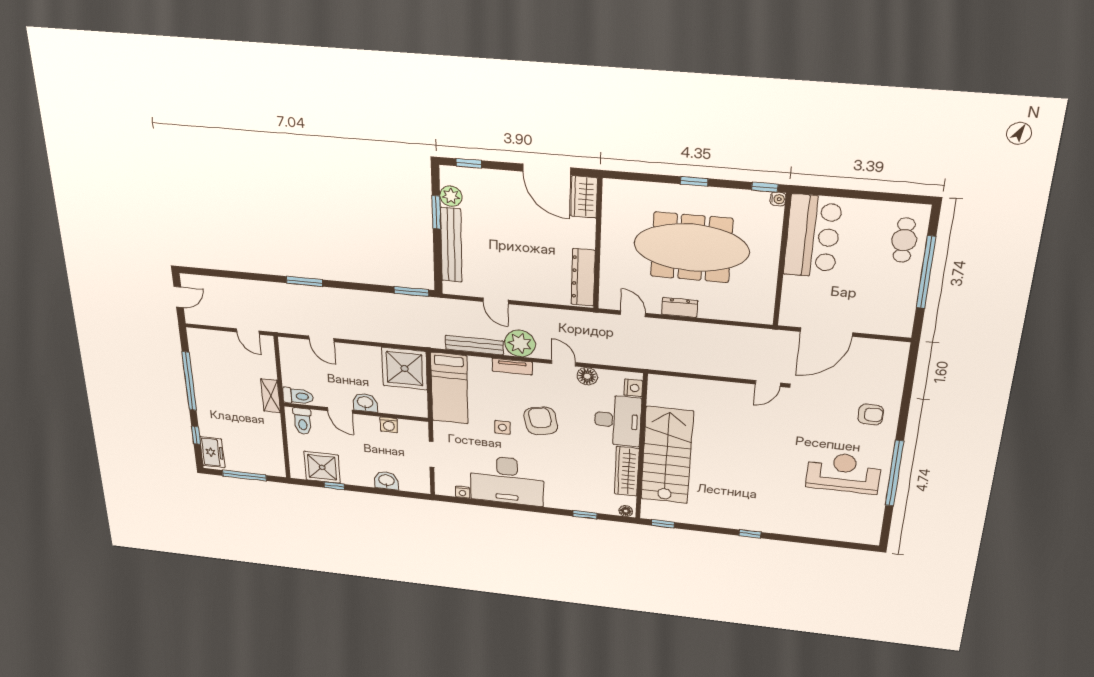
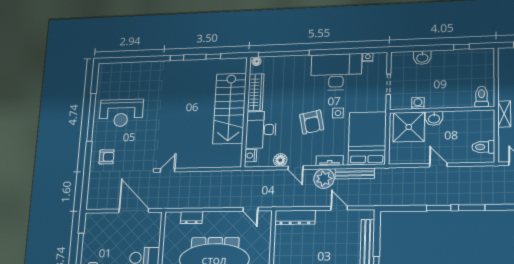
dresser: (583, 277) -> (295, 217), moved, turned 90
window: (411, 291) -> (439, 208), moved
dresser: (680, 307) -> (192, 218), moved
door: (826, 332) -> (134, 211), hinge flipped
door: (321, 339) -> (438, 165), moved
shower: (405, 369) -> (409, 127), moved
bed: (449, 388) -> (367, 138), width x1.50
toilet: (298, 396) -> (483, 147), moved
door: (340, 410) -> (453, 109), removed
armchair: (871, 415) -> (107, 157), turned 180
shower: (322, 467) -> (470, 61), removed
window: (585, 515) -> (284, 54), width x3.17
window: (663, 524) -> (213, 56), moved

